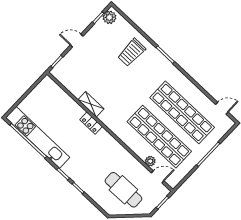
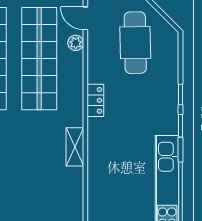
shelving: (91, 104) -> (75, 147), moved
locker: (91, 123) -> (95, 100), moved

